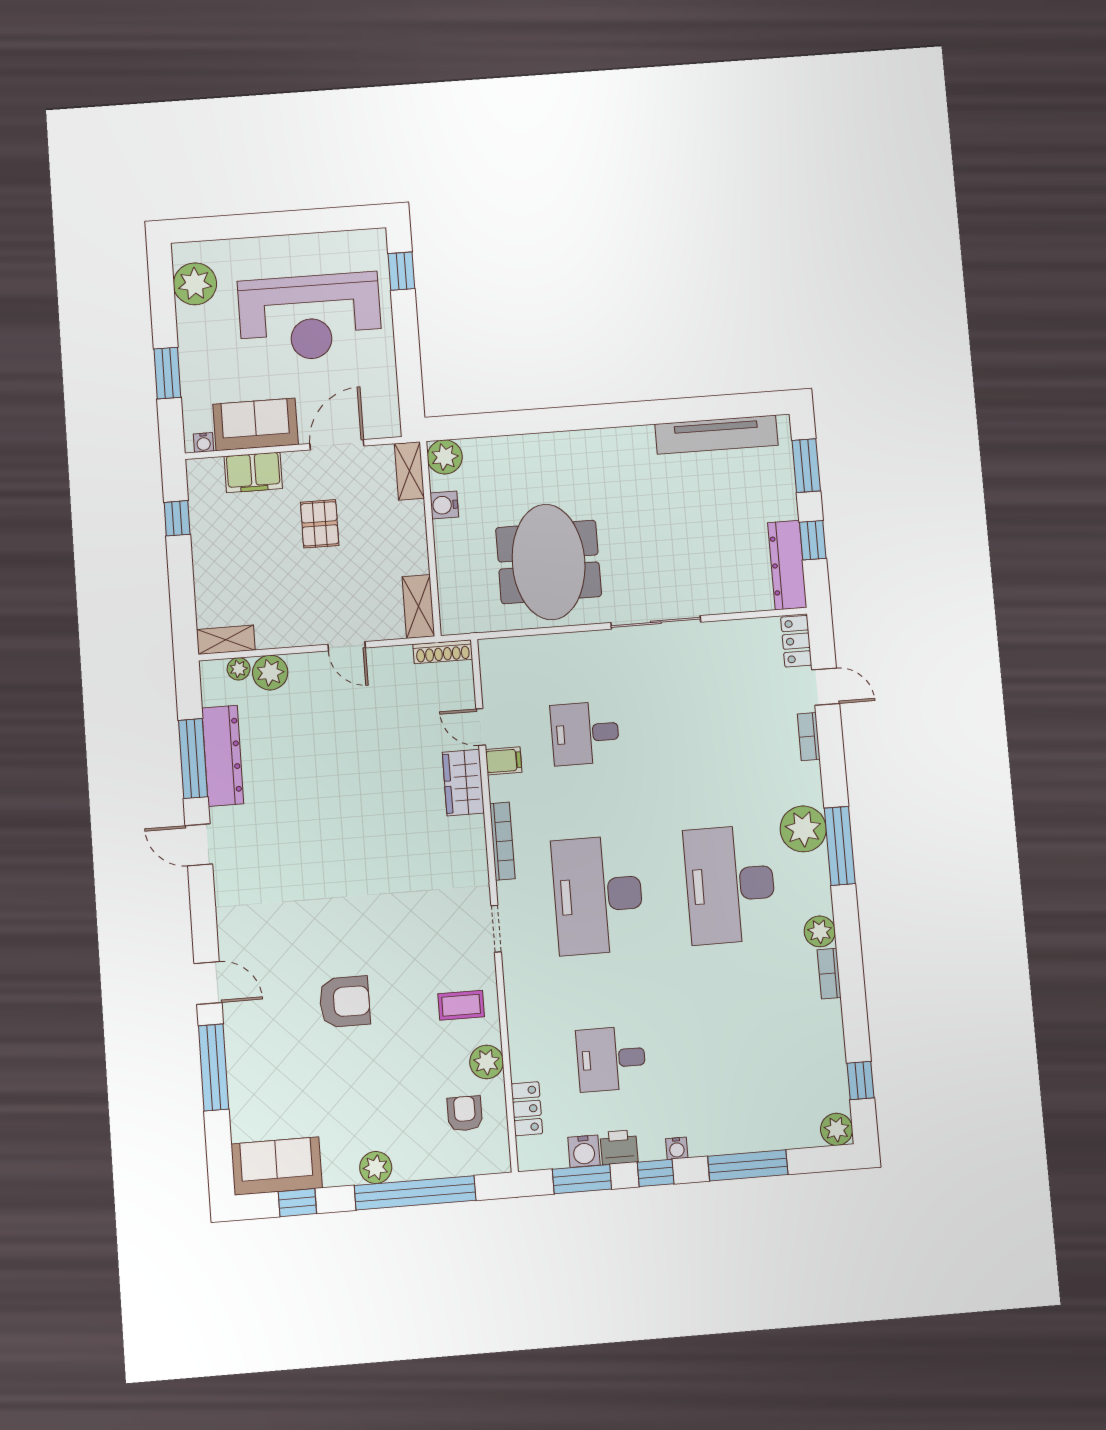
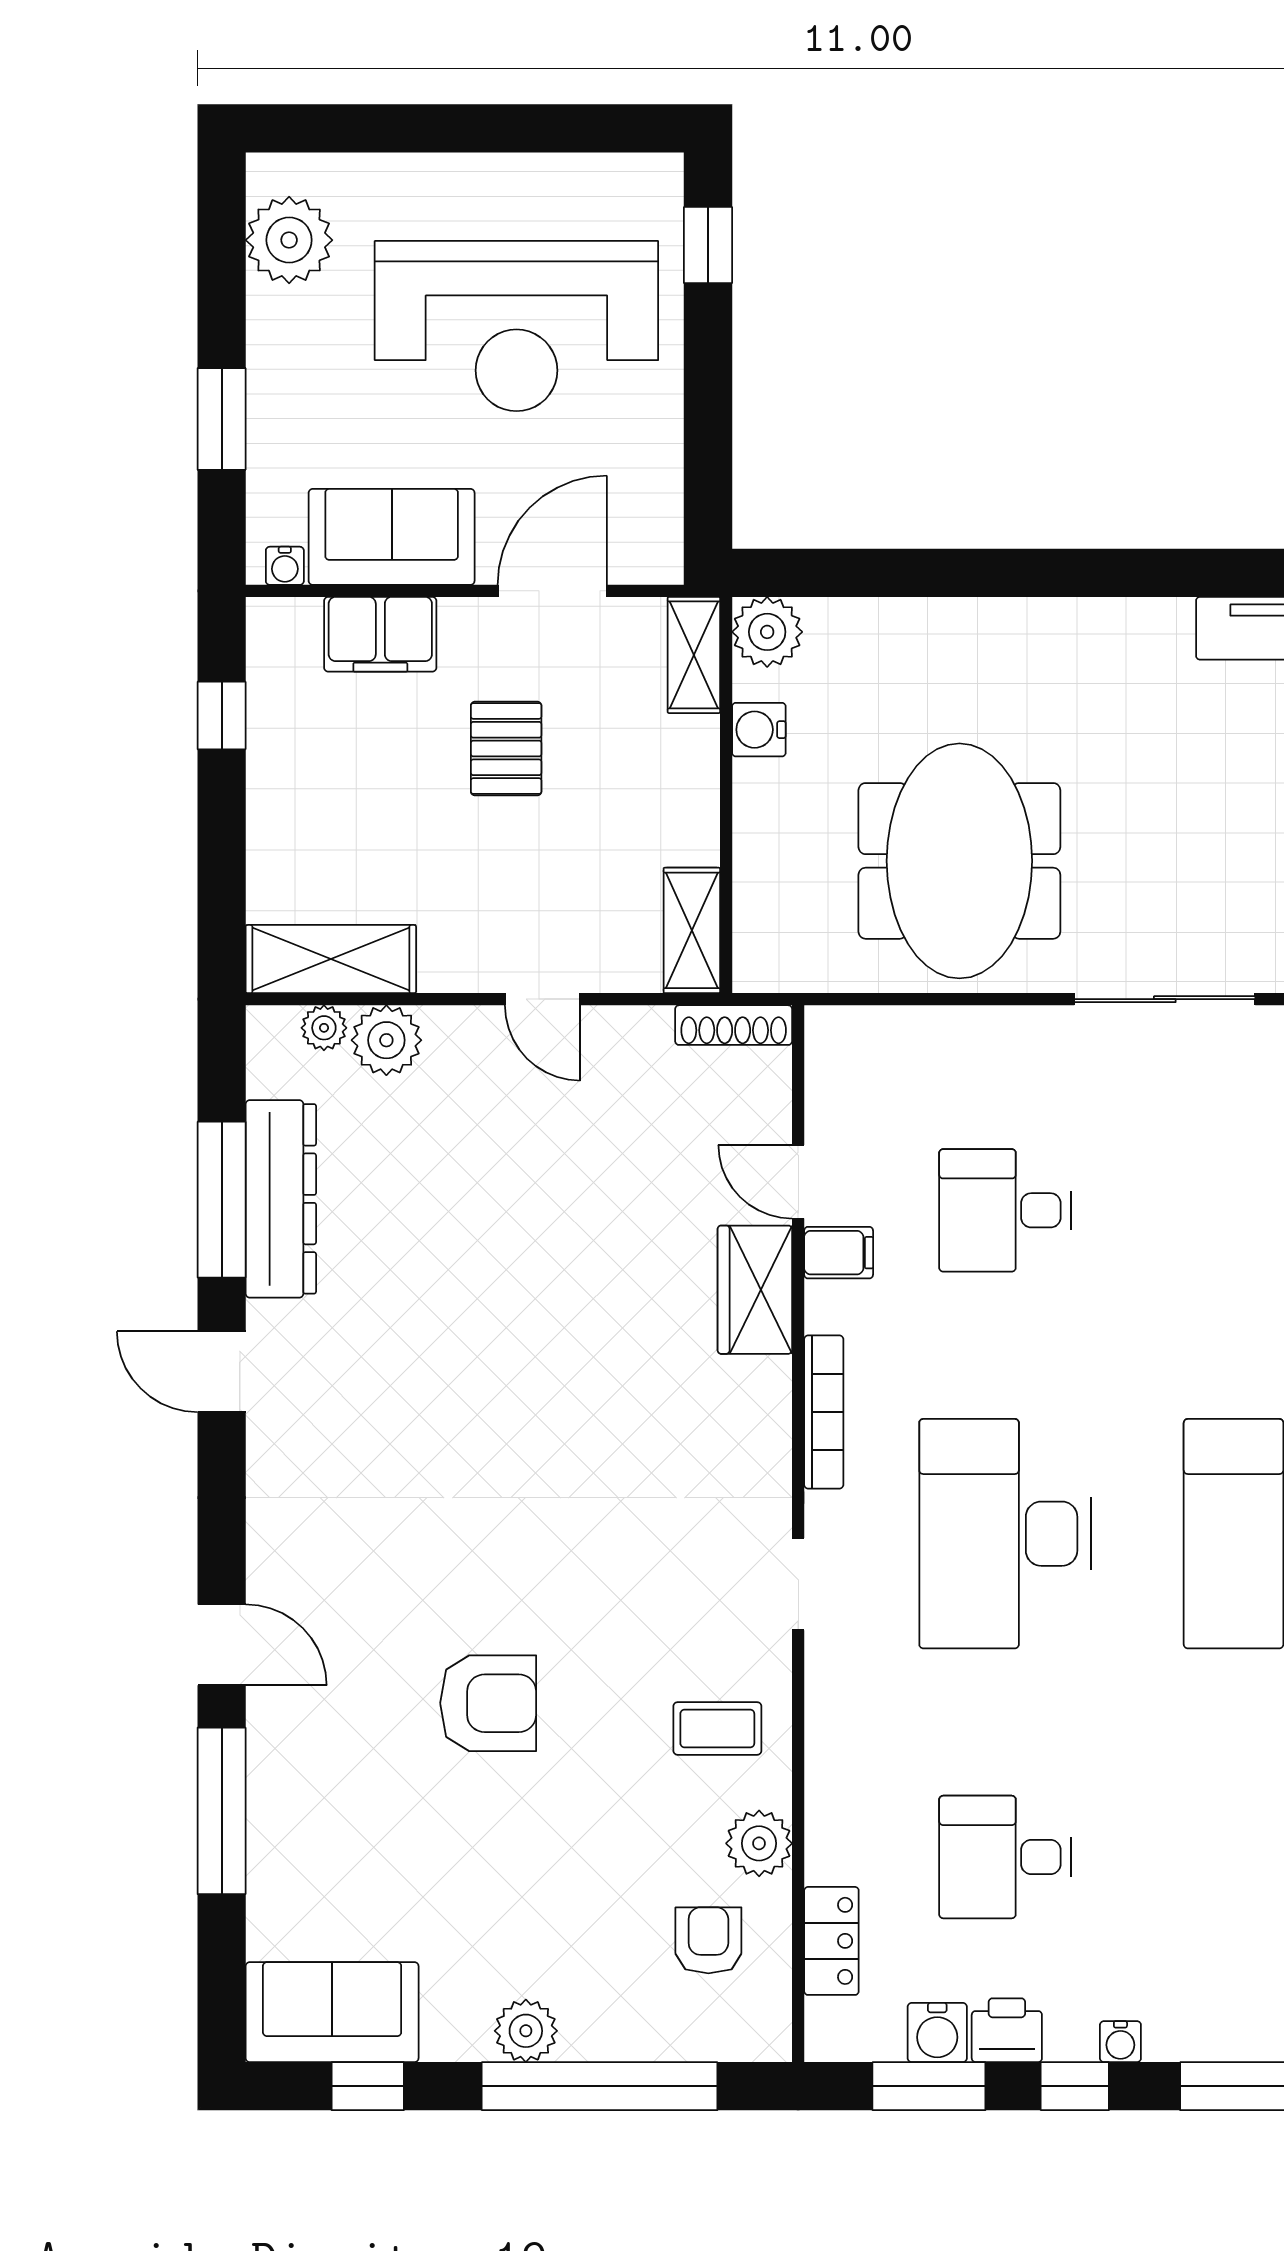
shelving: (226, 640) -> (331, 959), width x1.50, depth x1.33

